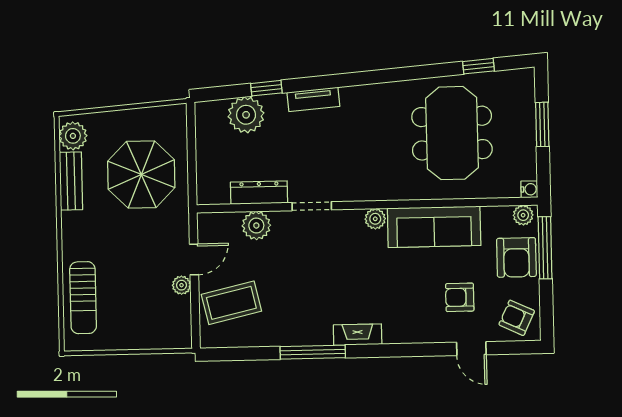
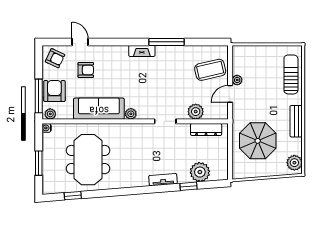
bench: (71, 181) -> (296, 121), moved
dresser: (259, 193) -> (206, 130), moved

